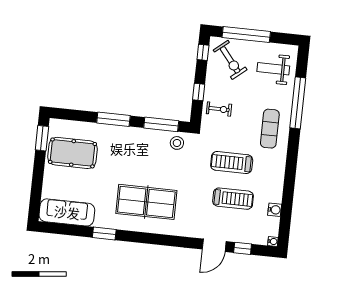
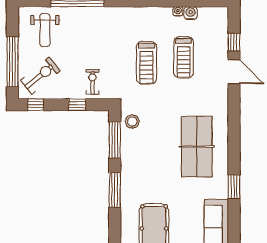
exercise mat: (270, 129) -> (107, 27), removed
treadmill: (233, 199) -> (184, 57), turned 180
water cooler: (273, 241) -> (178, 11), moved

